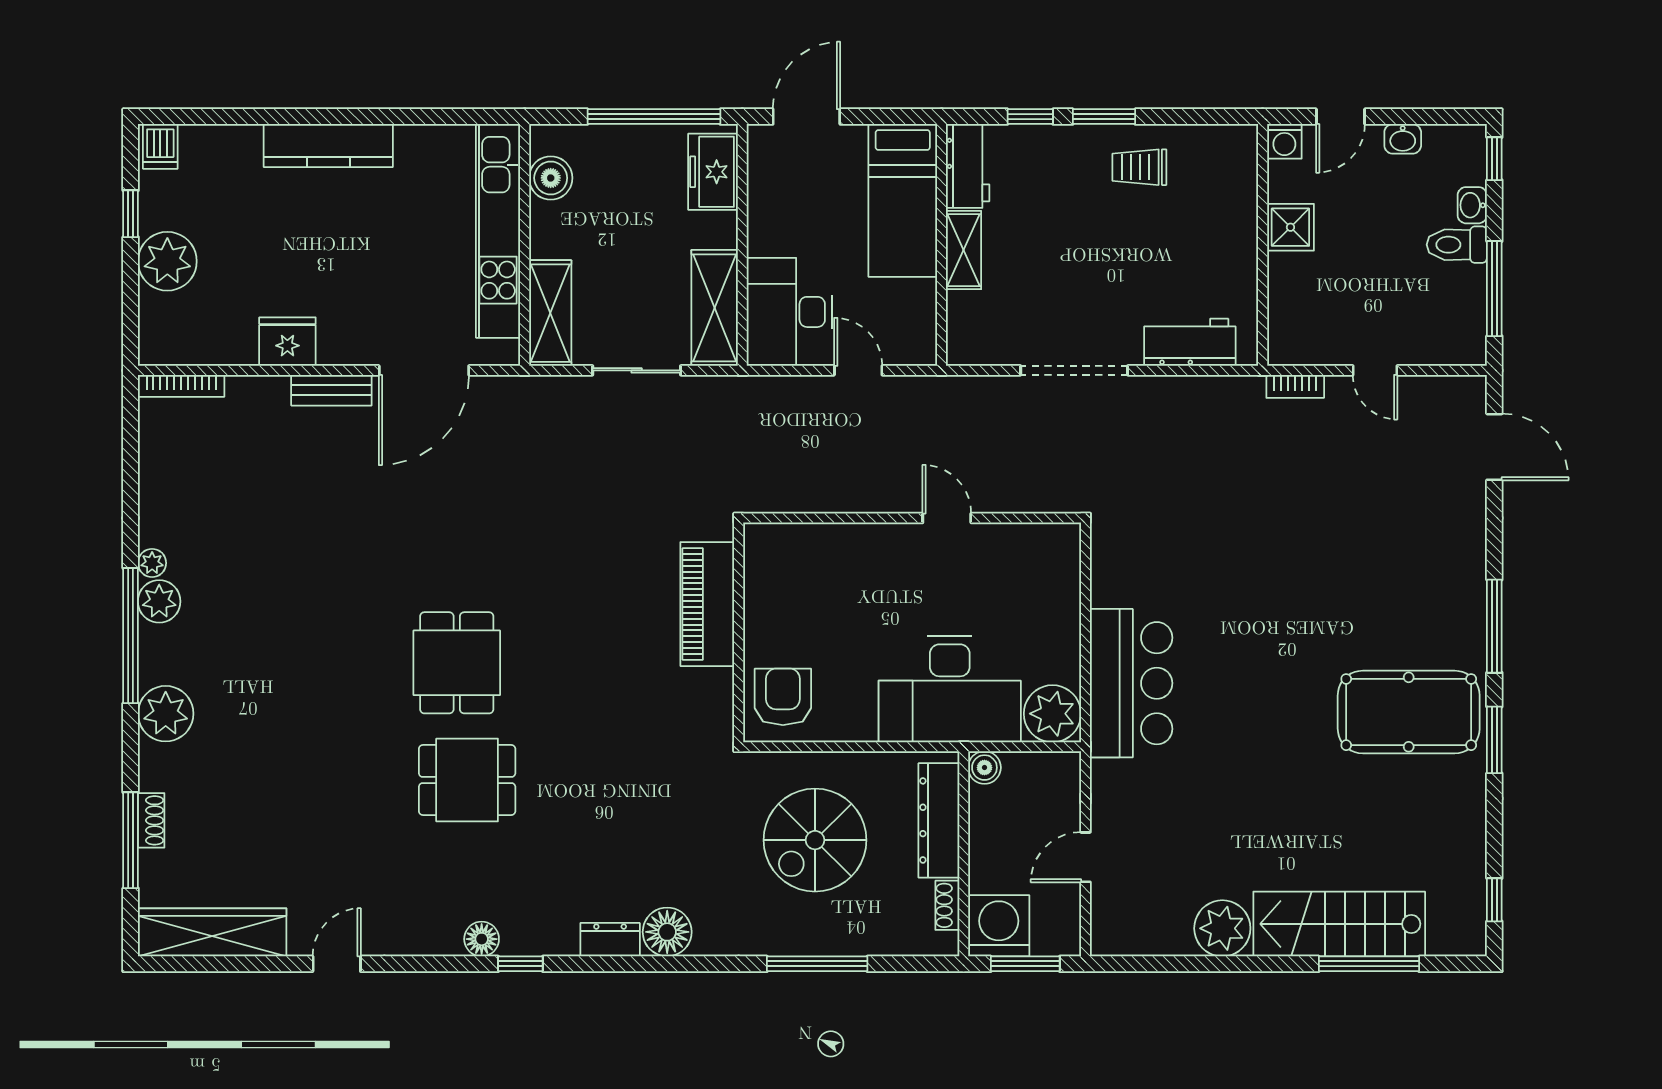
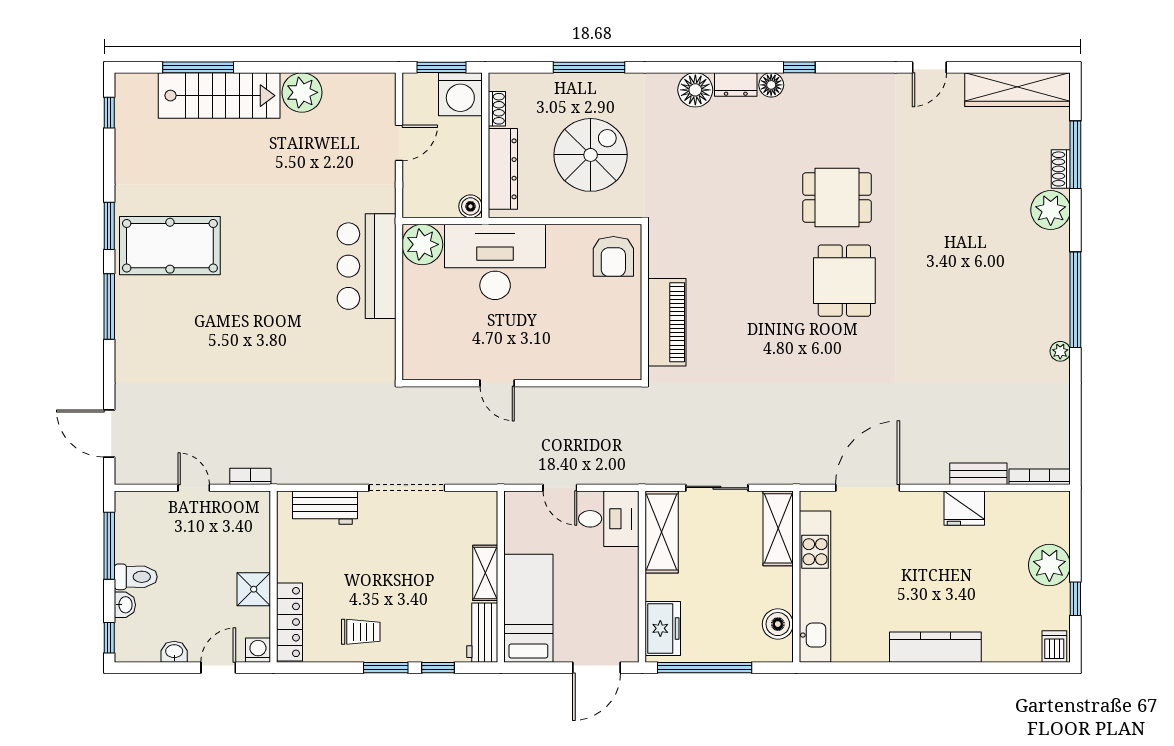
locker: (1240, 181) -> (290, 622), added
desk: (789, 312) -> (609, 519), width x0.73
bench: (331, 390) -> (978, 474), moved
plant: (159, 601) -> (1055, 324), removed
plant: (166, 714) -> (1051, 210), moved
floor lamp: (482, 939) -> (771, 85), moved

